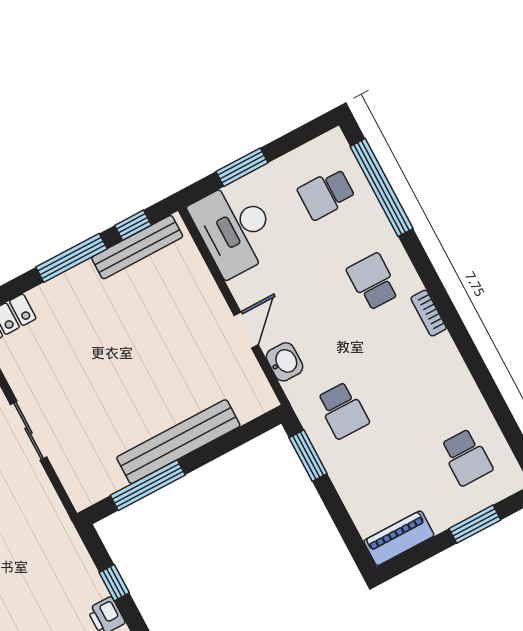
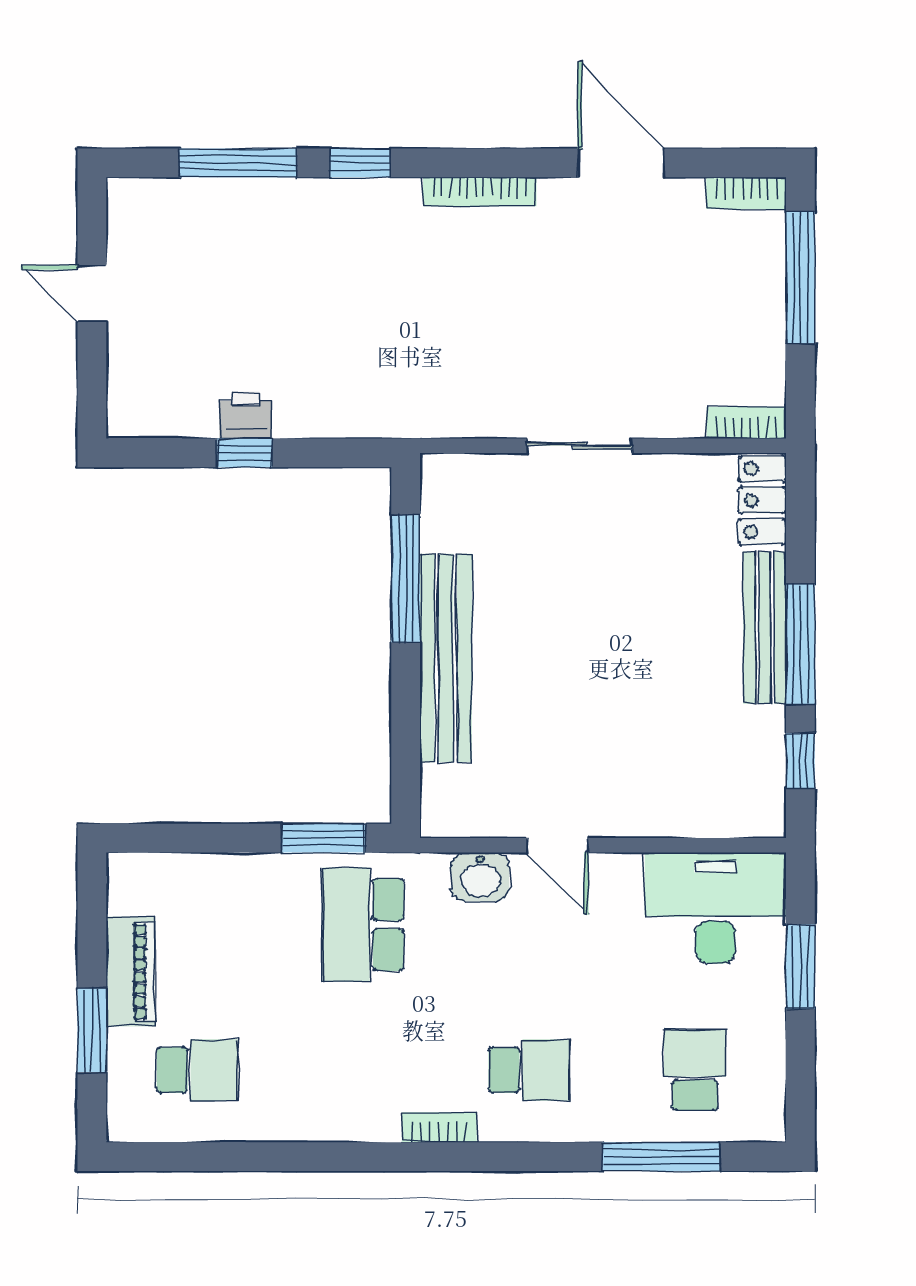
window: (382, 187) -> (661, 1157), width x0.68
bench: (137, 247) -> (765, 628), moved
school desk: (343, 410) -> (363, 925), width x1.85
school desk: (466, 457) -> (197, 1070), turned 180
piano: (399, 538) -> (131, 972), moved
window: (114, 583) -> (245, 453), moved

